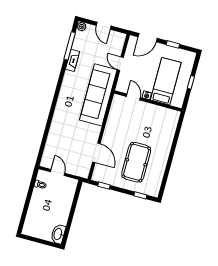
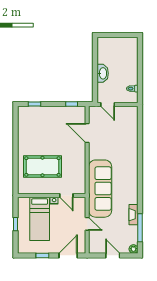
pool table: (136, 162) -> (42, 166), moved, turned 90
door: (58, 173) -> (108, 104), moved
washbasin: (58, 234) -> (103, 73), moved

